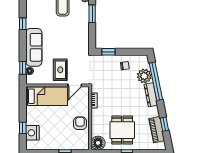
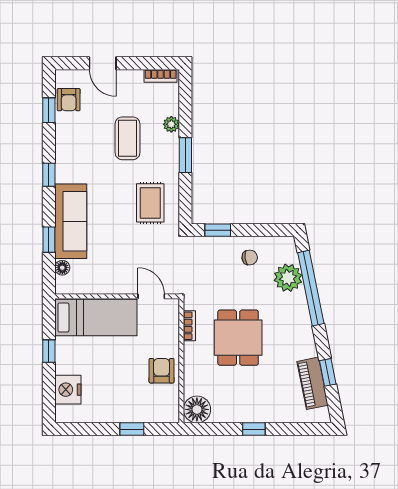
window: (23, 68) -> (49, 240), moved
rug: (60, 70) -> (150, 203), moved
door: (75, 85) -> (151, 296), swing flipped
dresser: (151, 95) -> (301, 315), removed
window: (23, 128) -> (49, 351), moved
dining table: (122, 130) -> (238, 338), moved

